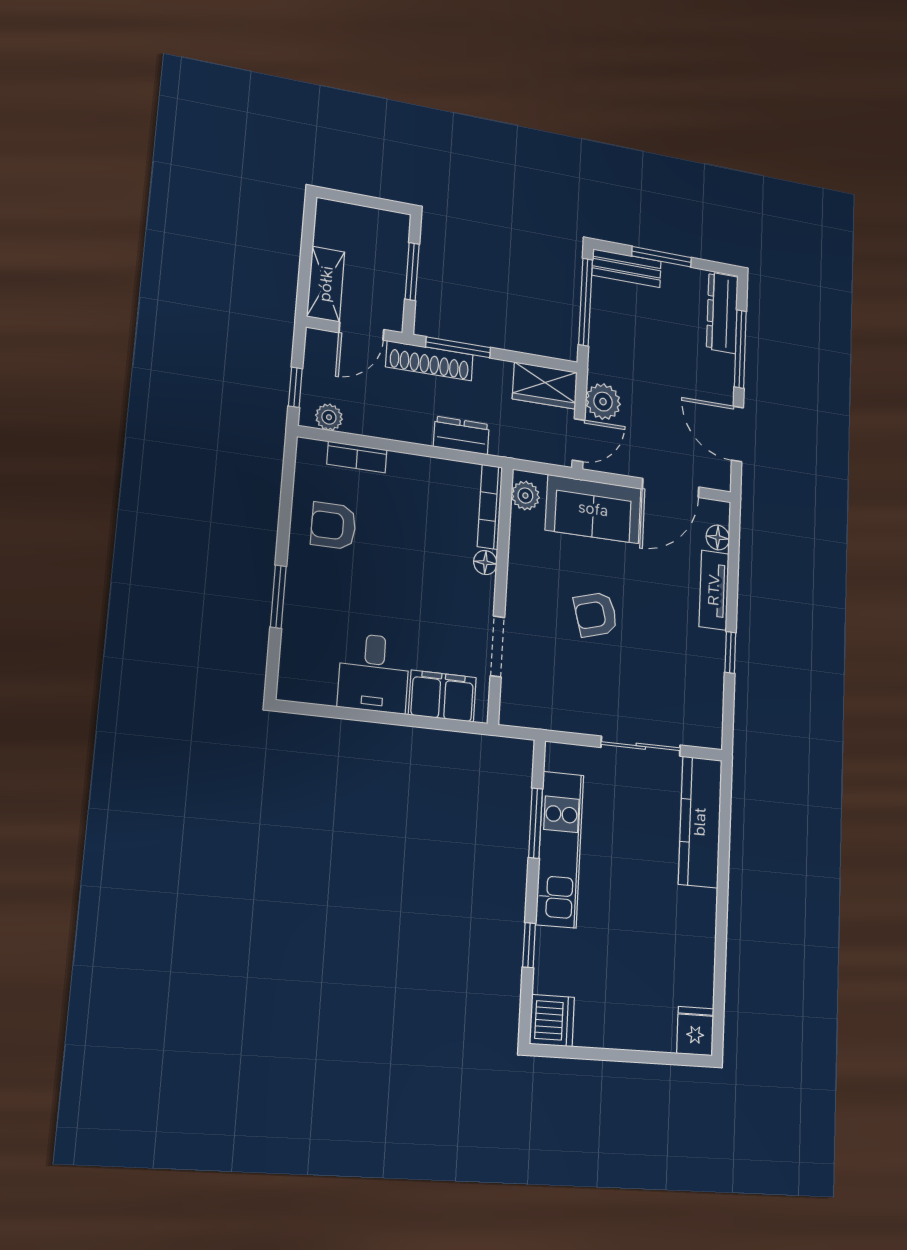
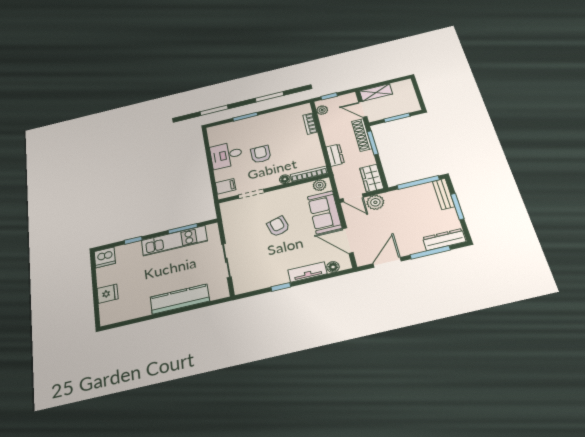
armchair: (333, 526) -> (261, 154), moved
filing cabinet: (442, 696) -> (226, 186), width x0.50
kitchen counter: (700, 822) -> (180, 299), moved
fridge: (695, 1031) -> (108, 294), moved

